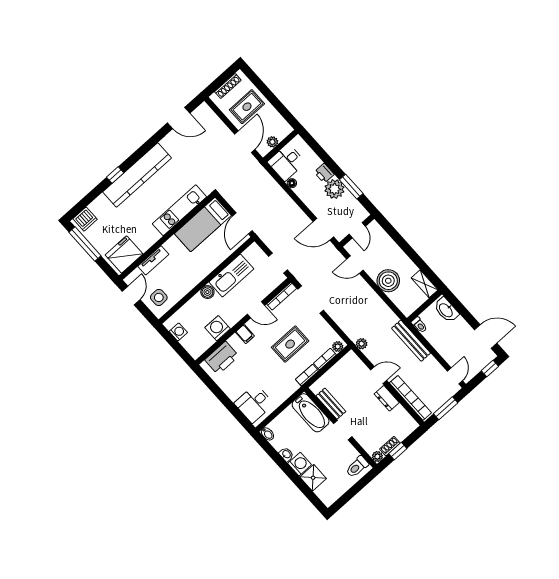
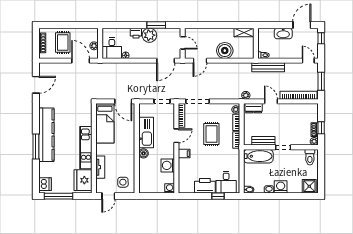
window: (115, 175) -> (36, 147), width x2.17
kitchen unit: (179, 210) -> (86, 148), moved
door: (131, 295) -> (108, 196), swing flipped
washbasin: (446, 310) -> (283, 34), moved
washing machine: (178, 332) -> (170, 188), moved
printer: (222, 358) -> (205, 186), moved, turned -90
door: (379, 375) -> (271, 101), hinge flipped
dresser: (387, 398) -> (254, 108), moved
window: (232, 408) -> (218, 196), added
shower: (313, 478) -> (309, 186), moved

